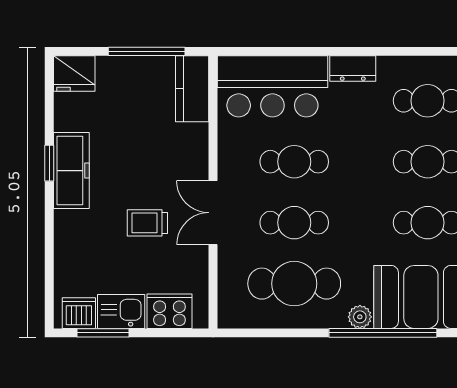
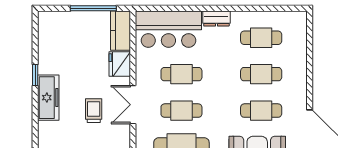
fridge: (74, 74) -> (120, 64), moved, turned 90
freezer: (71, 171) -> (48, 98), moved
trolley: (147, 223) -> (94, 111), turned 90

